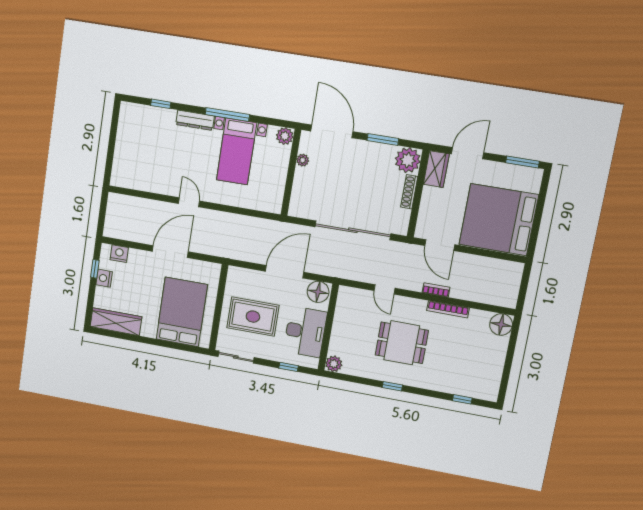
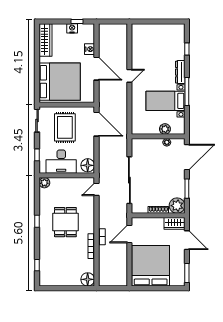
plant: (285, 136) -> (165, 129), moved
nightstand: (119, 254) -> (90, 49), moved
door: (285, 272) -> (97, 124), moved
door: (385, 289) -> (97, 189), moved
bed: (182, 312) -> (60, 82), width x1.36

